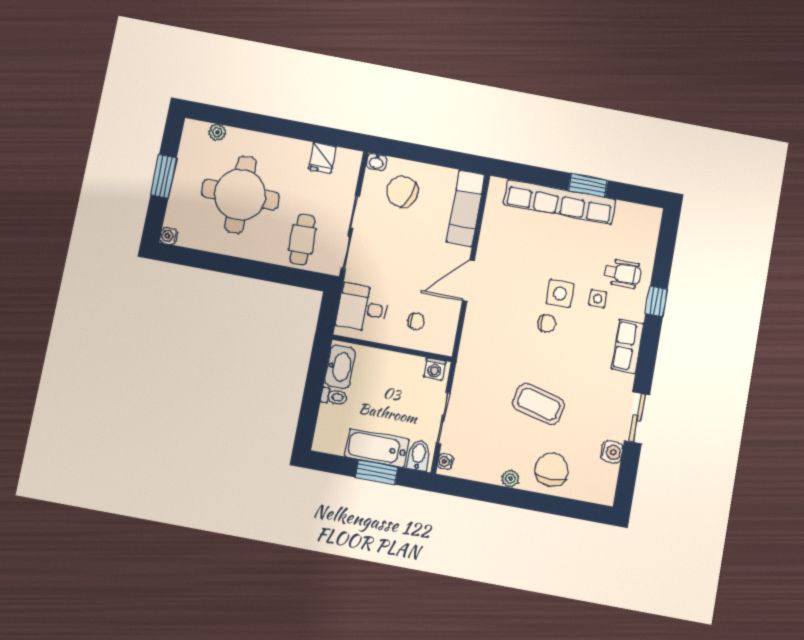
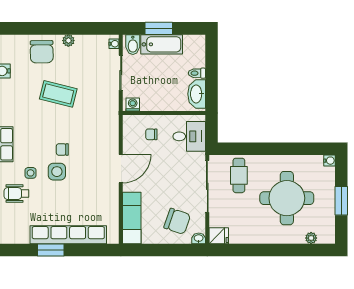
fridge: (322, 158) -> (219, 236), moved, turned 90

